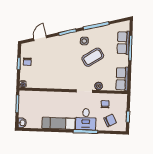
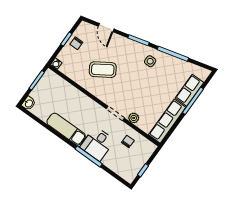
door: (40, 38) -> (106, 28), swing flipped
coffee table: (93, 57) -> (103, 70), moved
row of seats: (122, 79) -> (167, 121), width x1.48
chair: (110, 120) -> (122, 162), removed

